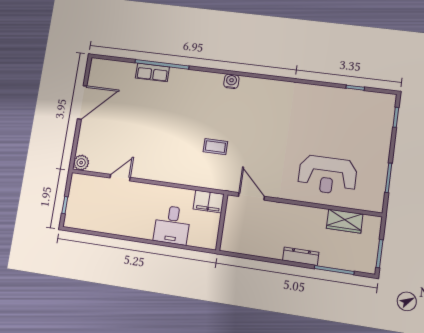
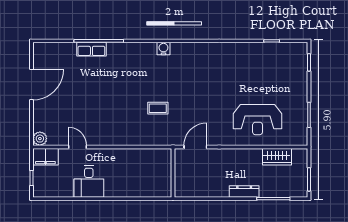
door: (120, 178) -> (77, 147), hinge flipped
door: (251, 196) -> (195, 147), hinge flipped
filing cabinet: (209, 202) -> (45, 157), moved
desk: (172, 225) -> (89, 181), moved

